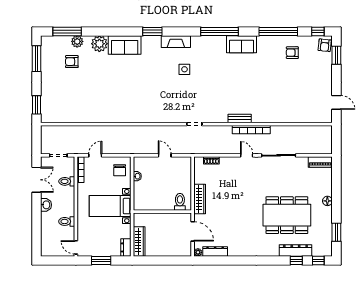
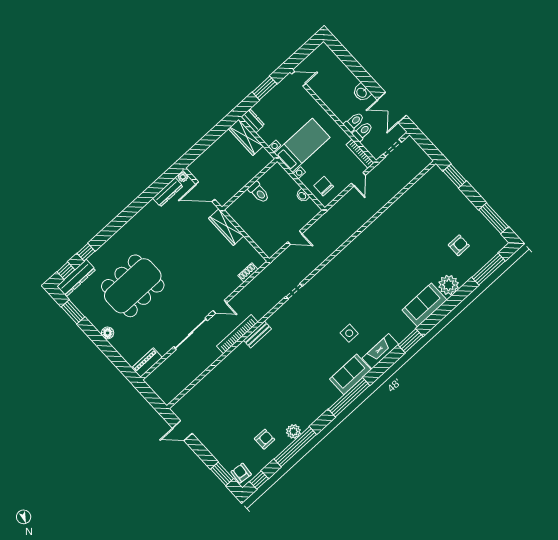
plant: (77, 41) -> (293, 431), moved
sofa: (242, 44) -> (350, 374), moved
toilet: (180, 202) -> (259, 192), moved
toilet: (67, 221) -> (354, 122), moved
dresser: (295, 251) -> (76, 278), moved

